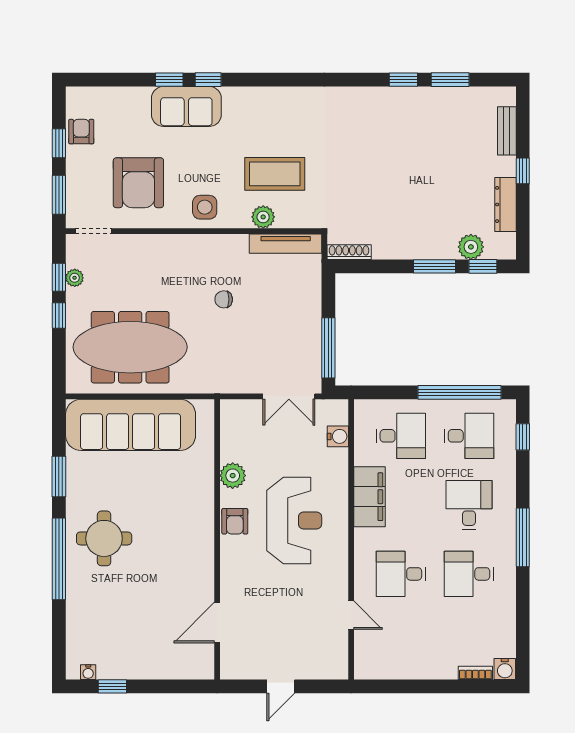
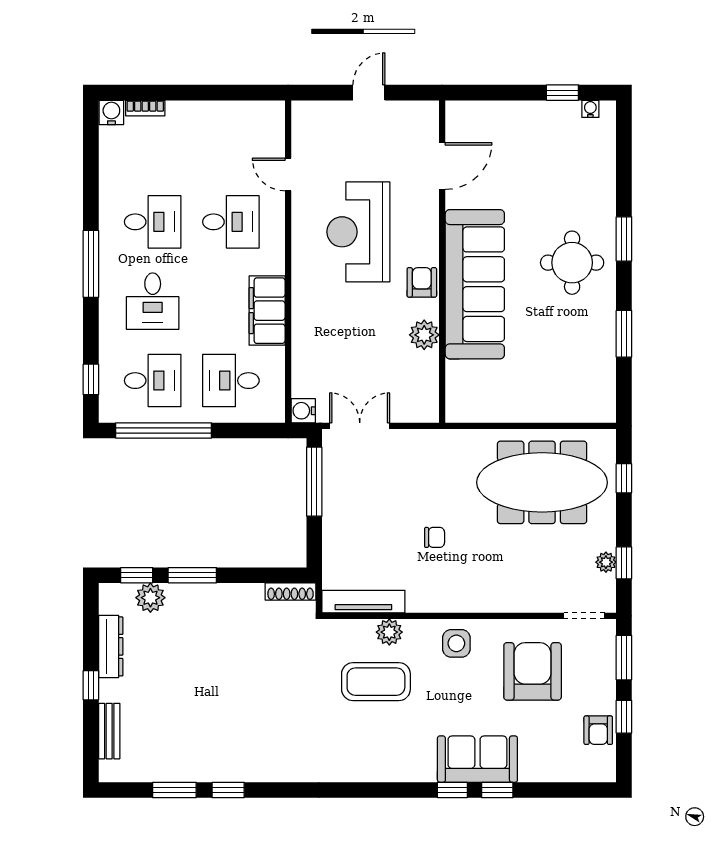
window: (59, 316) -> (624, 478), moved
sofa: (131, 425) -> (475, 284), moved, turned 90
water cooler: (338, 436) -> (303, 411), moved
desk: (469, 436) -> (153, 381), turned 180
reception desk: (294, 521) -> (358, 232), moved
window: (59, 559) -> (624, 239), width x0.47

